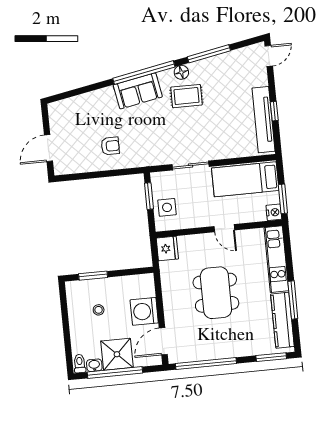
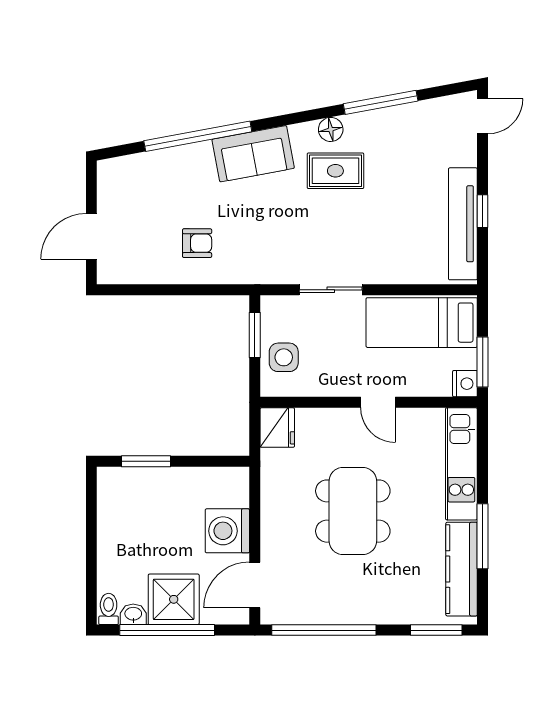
window: (144, 73) -> (198, 136), moved
stool: (99, 310) -> (150, 521), removed

